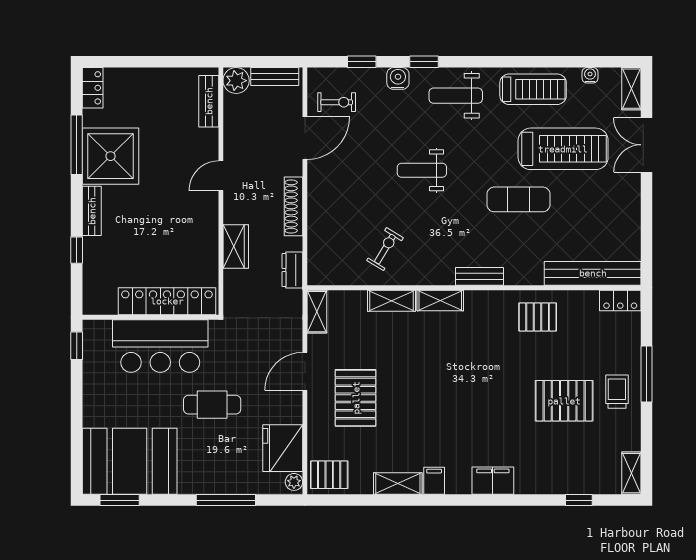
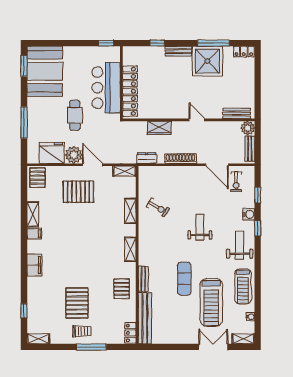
bench: (479, 276) -> (143, 279), moved
shelving: (440, 300) -> (130, 249), moved
plant: (294, 482) -> (74, 155), moved, width x1.87, depth x1.87

